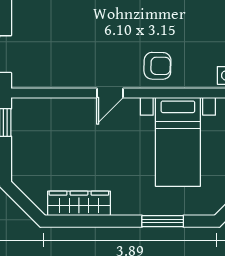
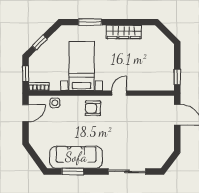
wardrobe: (79, 203) -> (124, 32), moved

